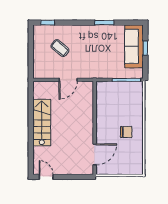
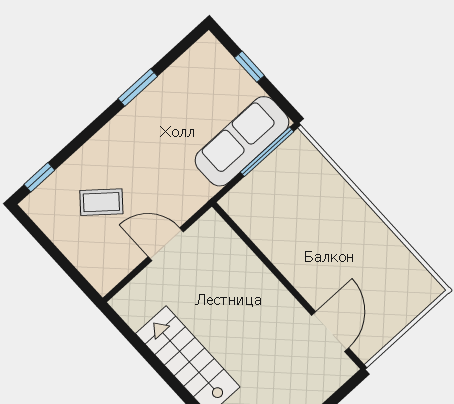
sofa: (134, 46) -> (242, 141), moved, turned 90
door: (68, 80) -> (166, 244), swing flipped
chair: (126, 132) -> (349, 243), removed

